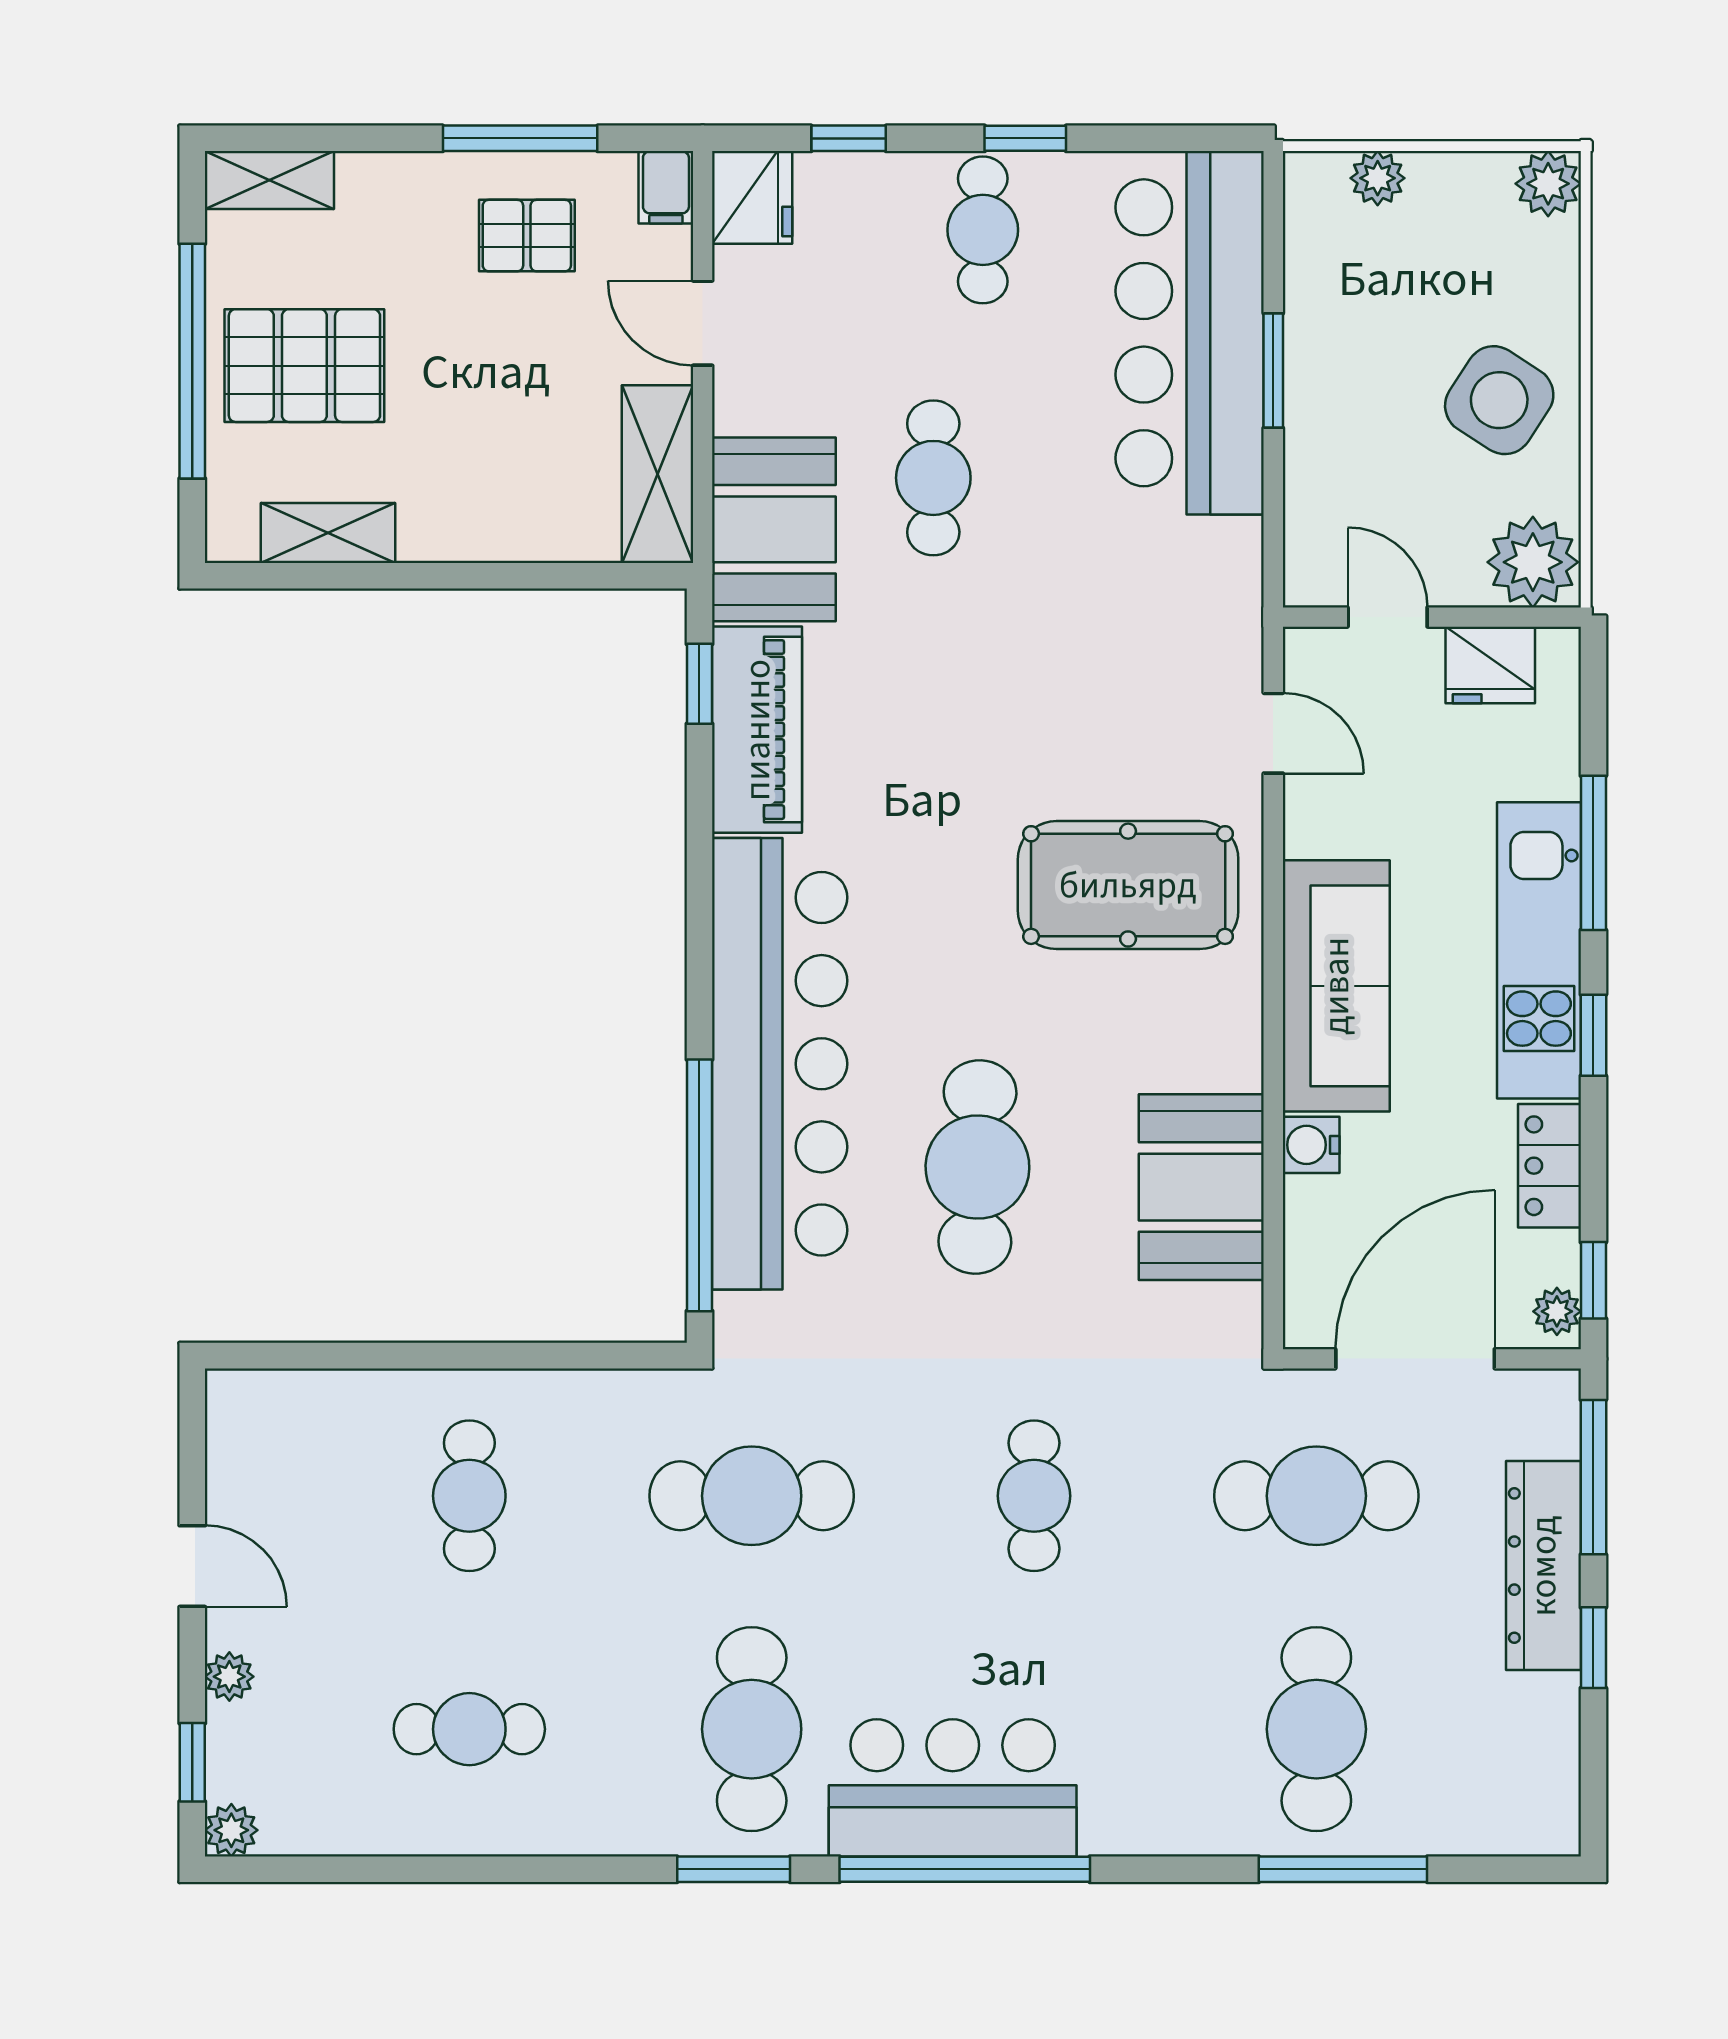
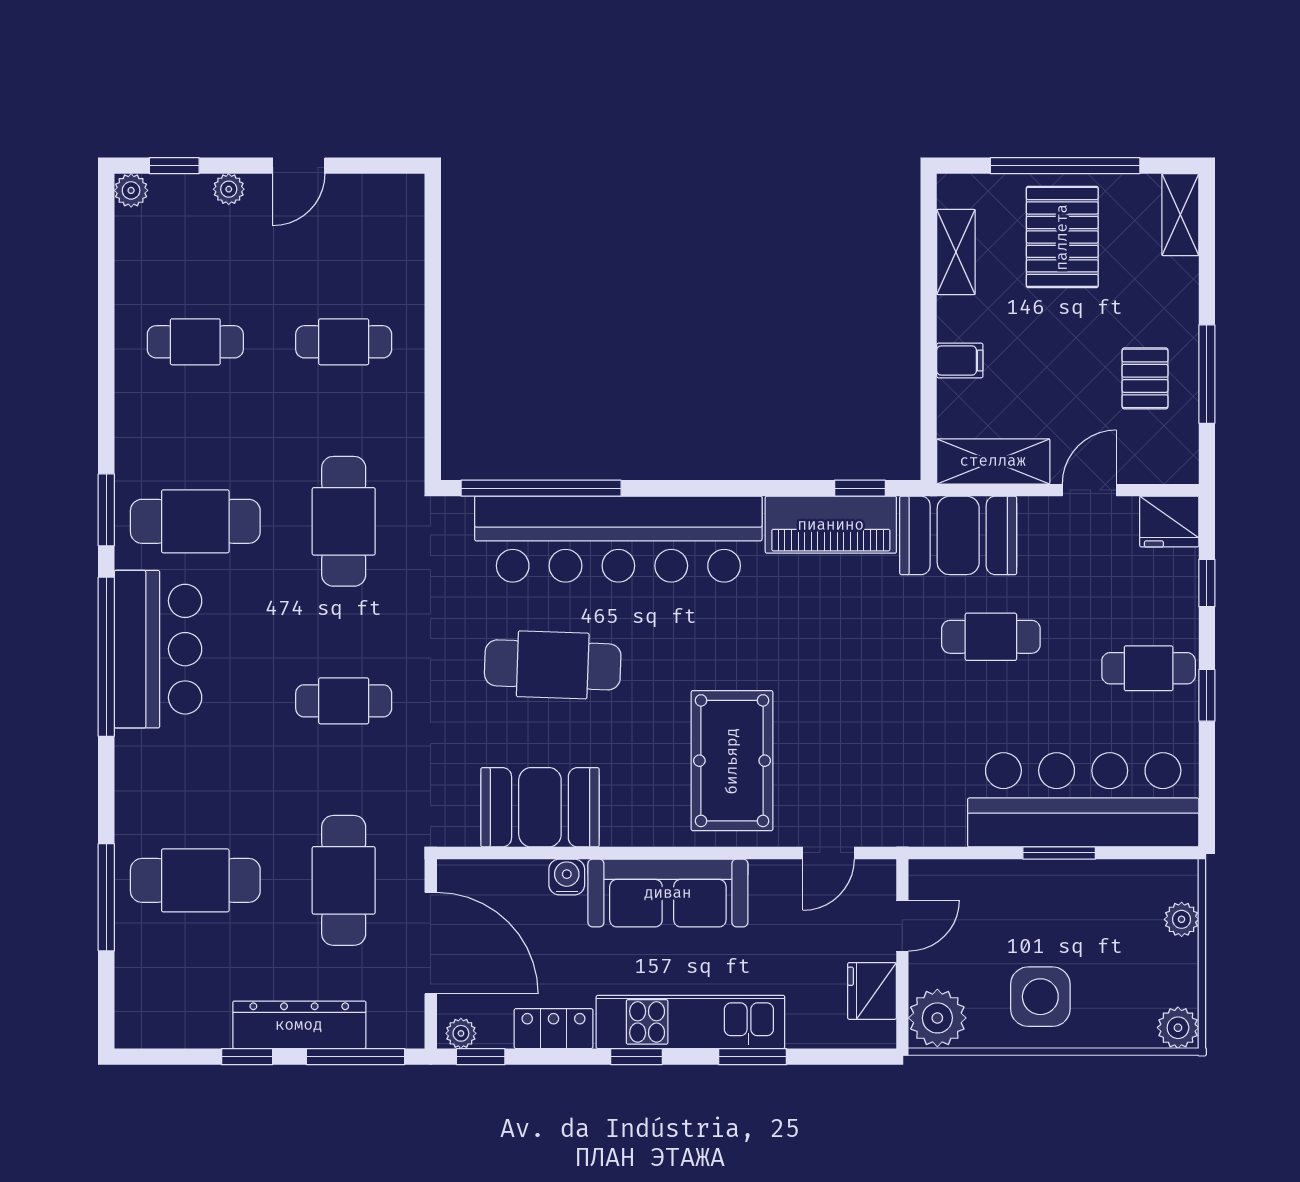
filing cabinet: (666, 187) -> (960, 360), moved, turned 180
side table: (1499, 400) -> (1040, 997), turned -33
window: (1593, 853) -> (752, 1057), width x0.69
cafe table: (469, 1729) -> (195, 342), turned 90

